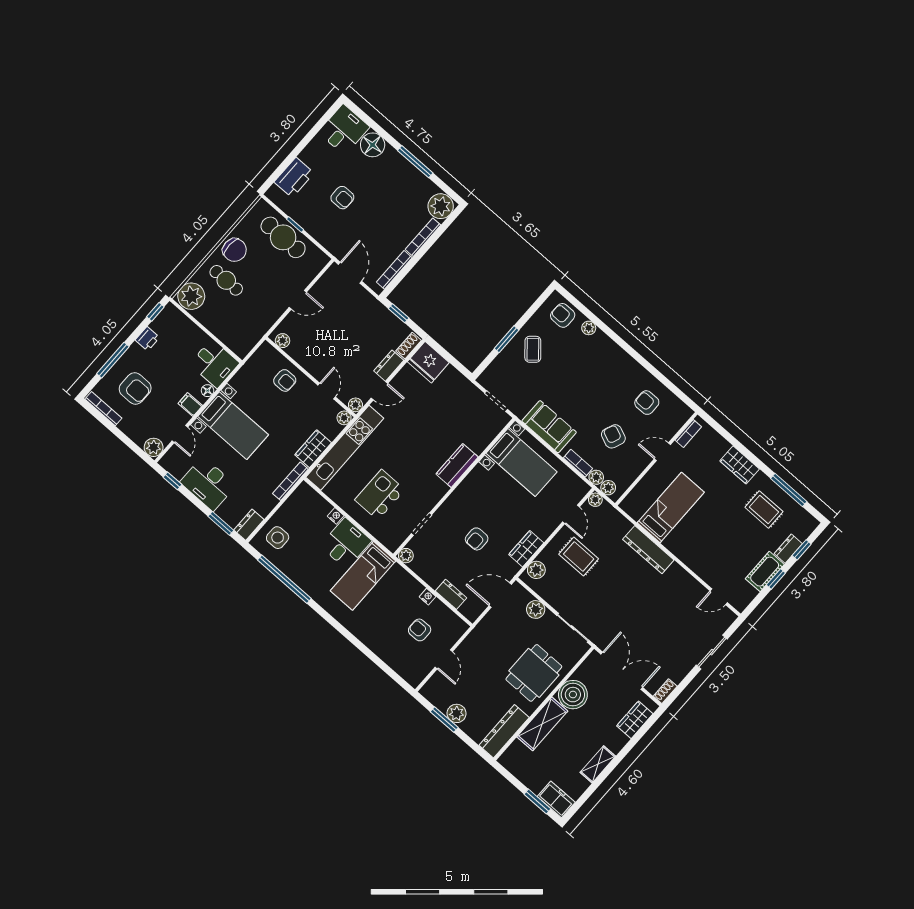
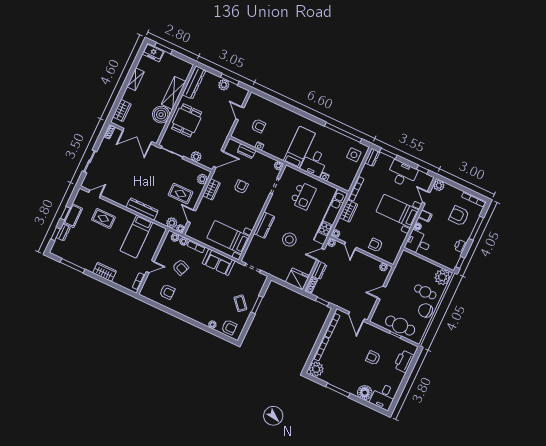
stool: (423, 430) -> (289, 240), added
rug: (764, 509) -> (103, 218), moved
plant: (607, 513) -> (172, 223), added

